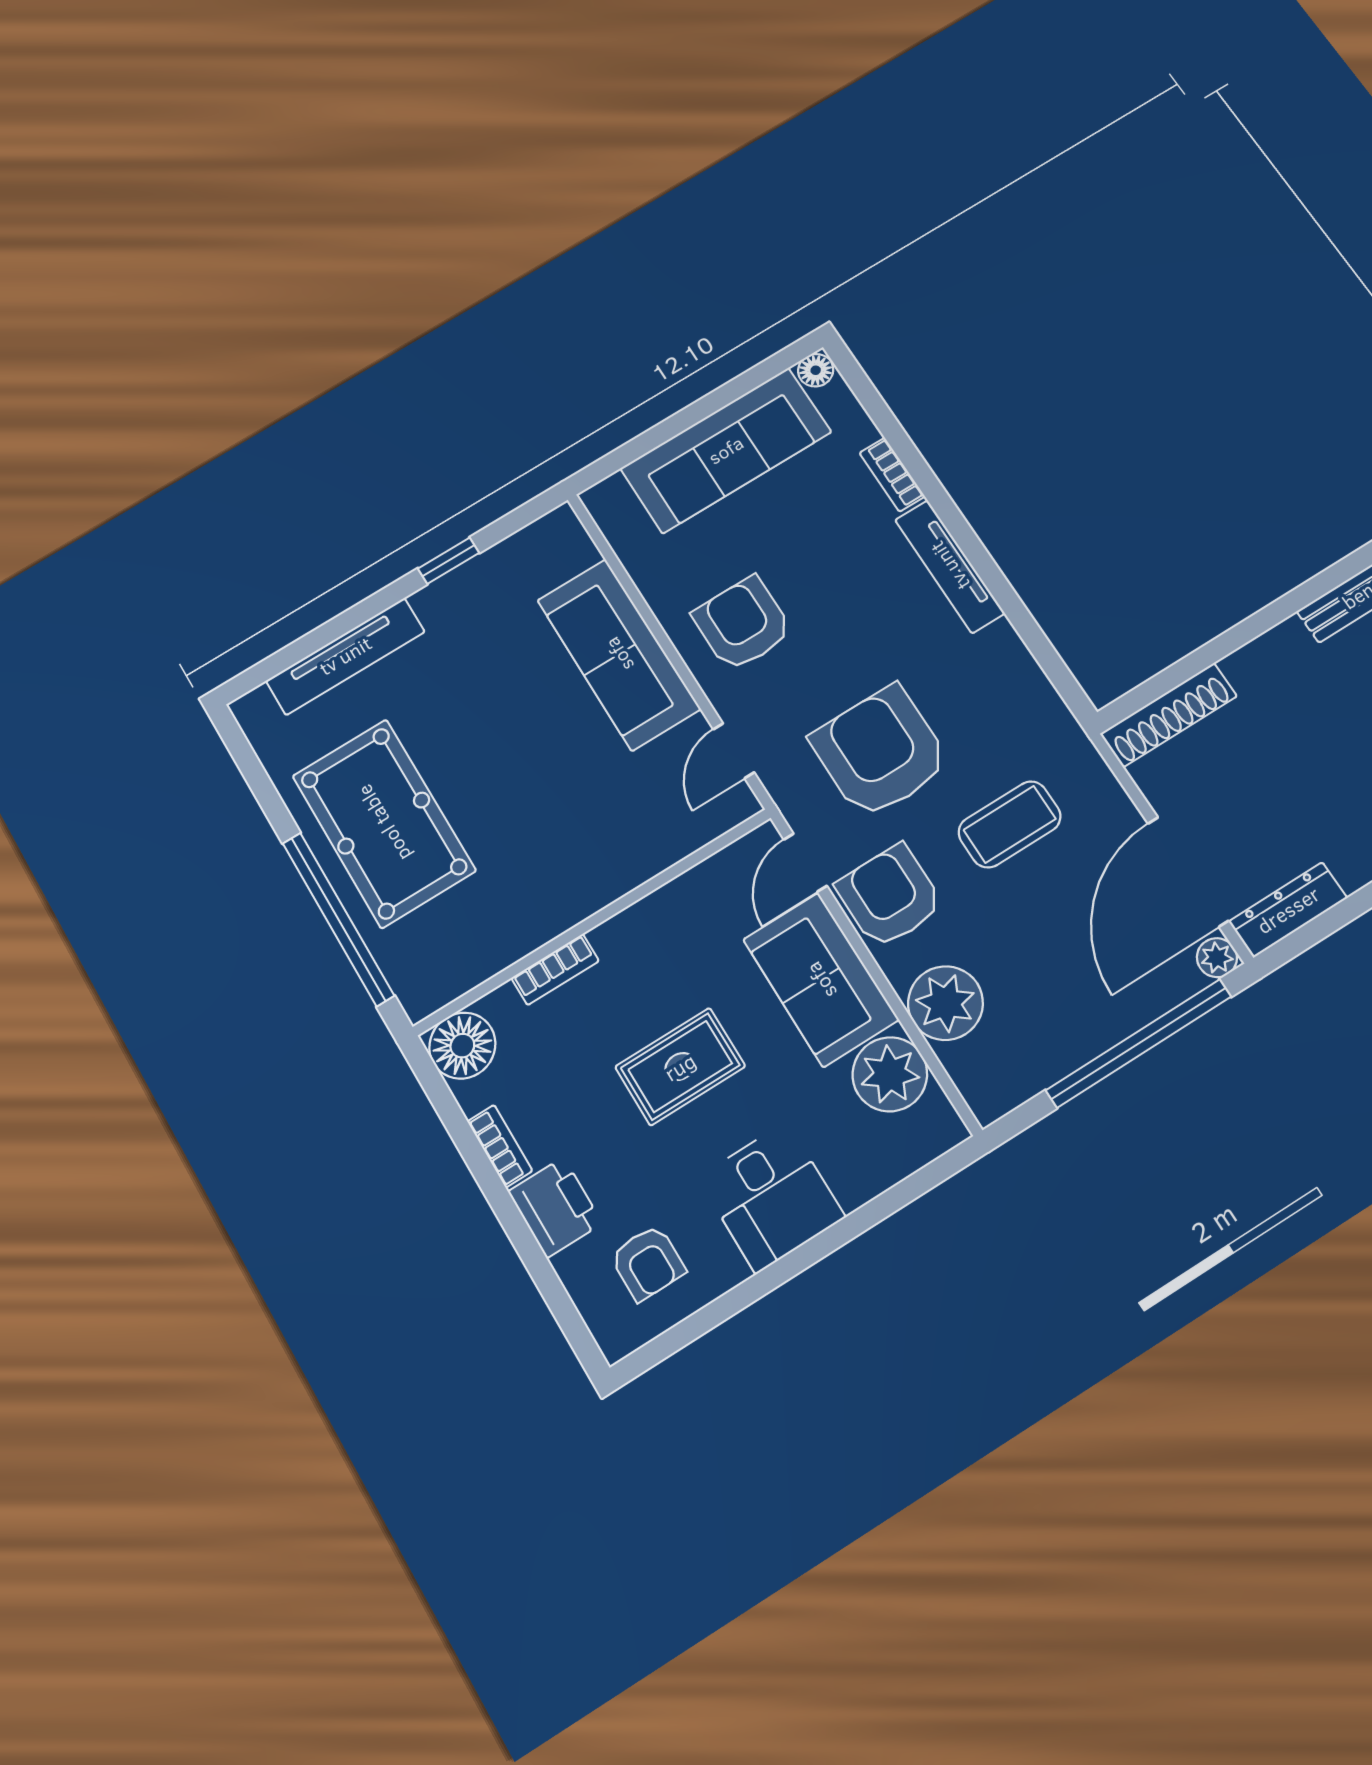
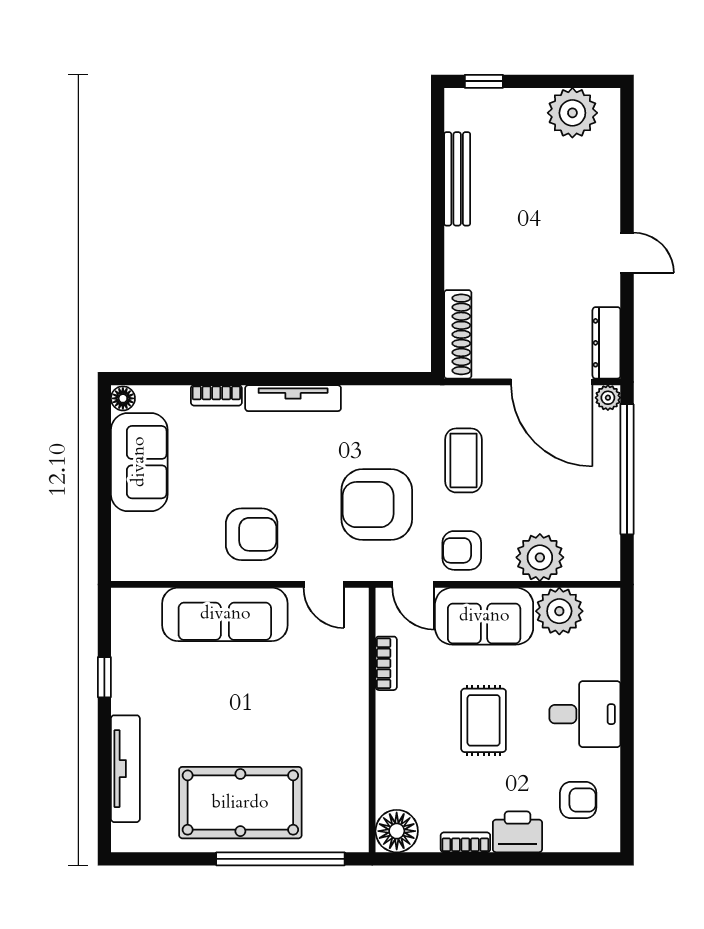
sofa: (726, 450) -> (139, 462), width x0.73
armchair: (742, 624) -> (252, 534), turned 180
armchair: (890, 896) -> (462, 550), width x0.72, depth x0.72
bookcase: (555, 969) -> (386, 663), moved

